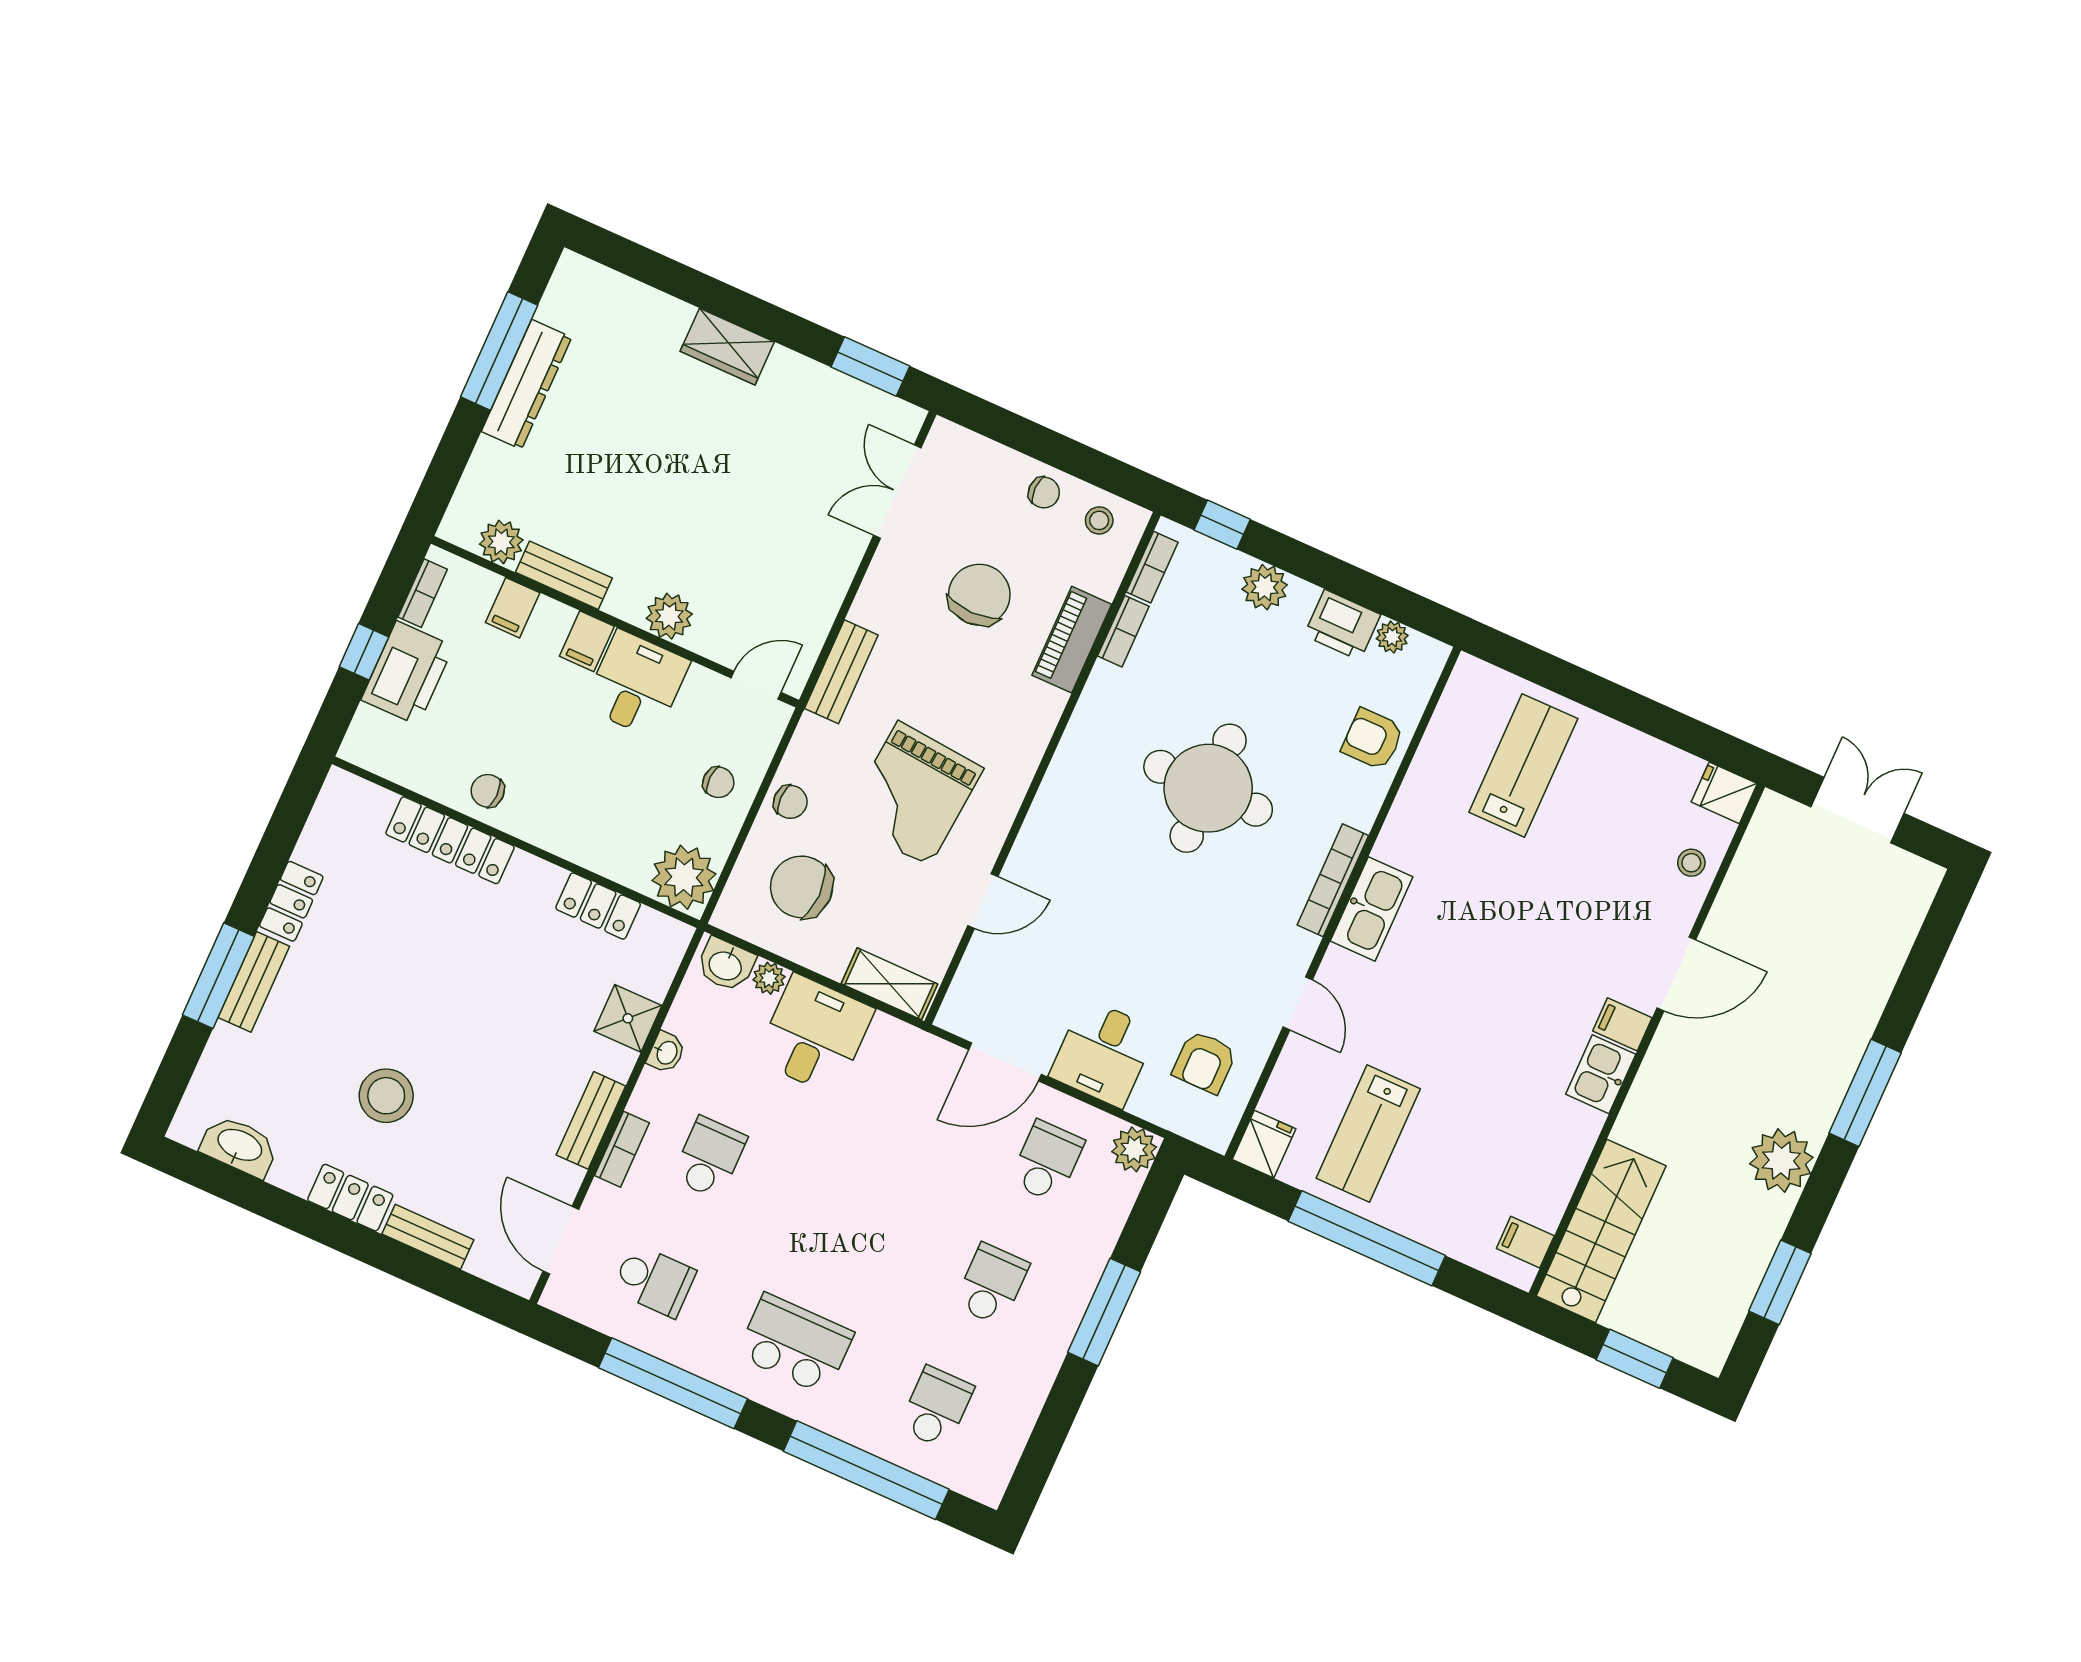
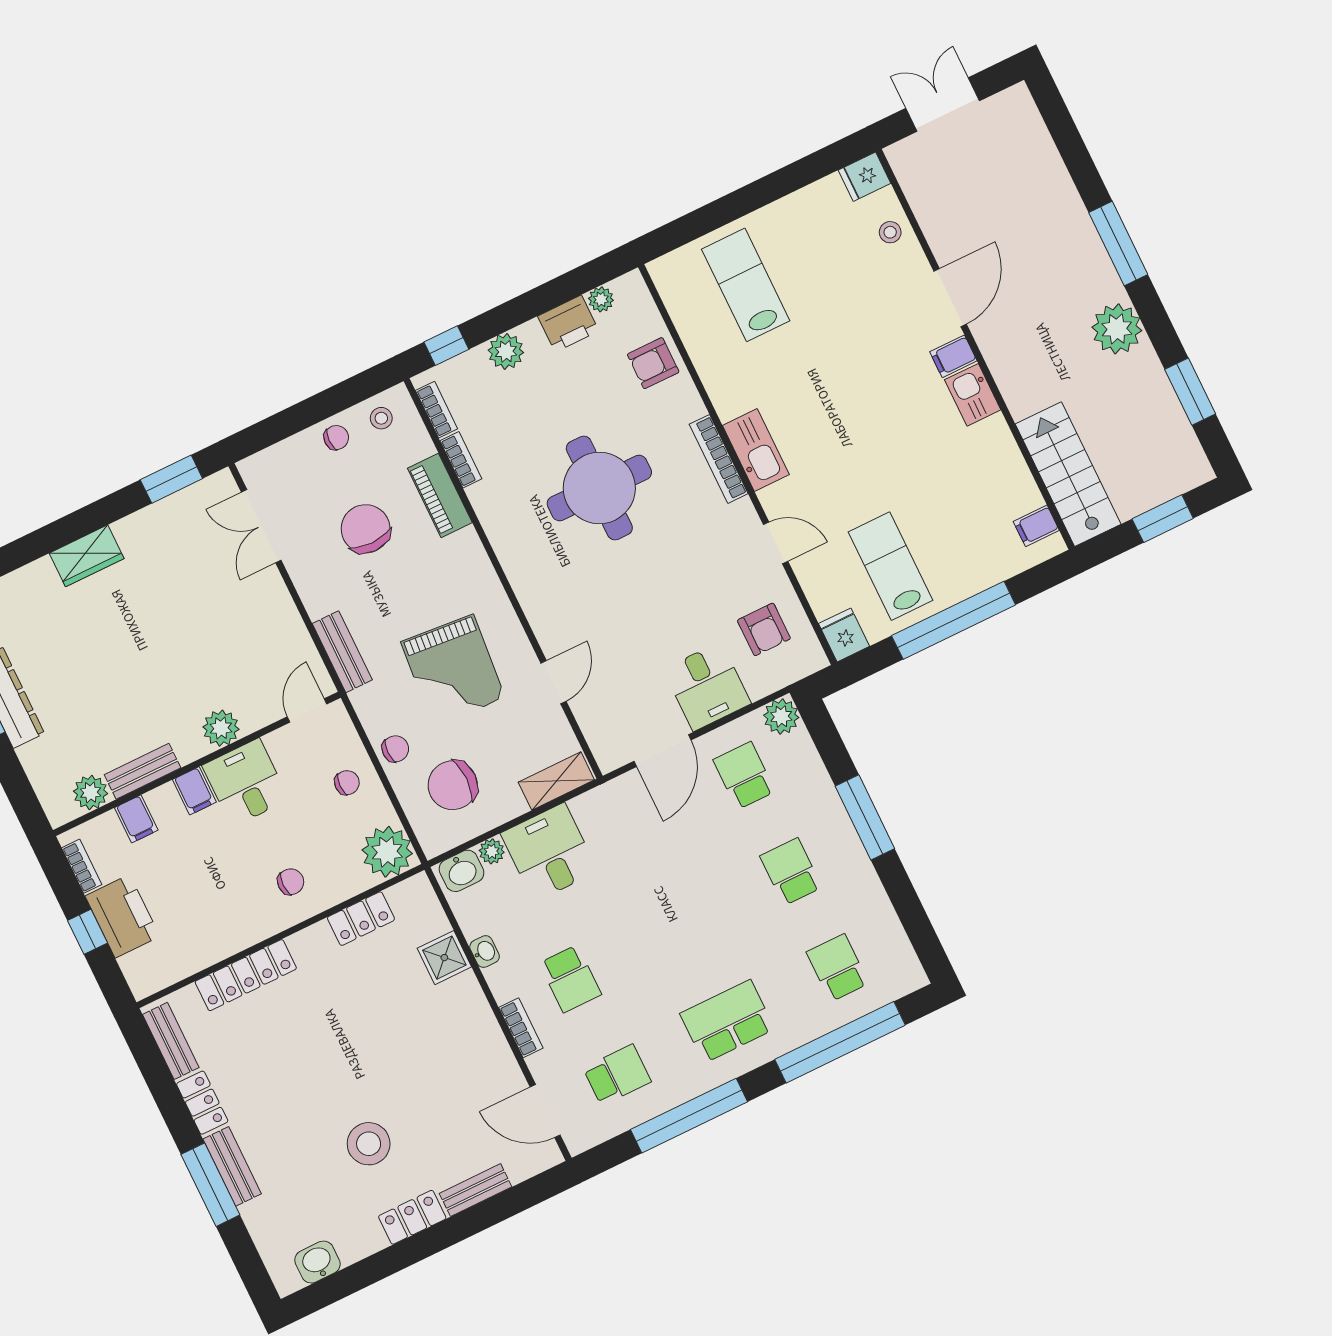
chair: (488, 791) -> (291, 882), moved, turned 180
bench: (591, 1120) -> (171, 1041), moved
lab bench: (1368, 1133) -> (891, 566), turned 180
washbasin: (239, 1146) -> (317, 1262), width x0.72
school desk: (709, 1158) -> (570, 979), turned 180

